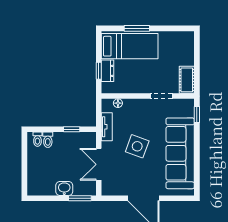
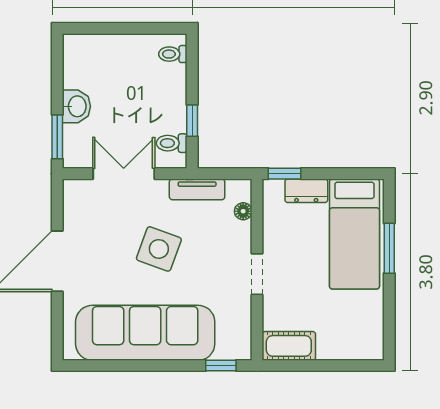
window: (99, 71) -> (285, 174), moved
doorway: (161, 96) -> (257, 274), moved
toilet: (48, 140) -> (172, 143), moved

